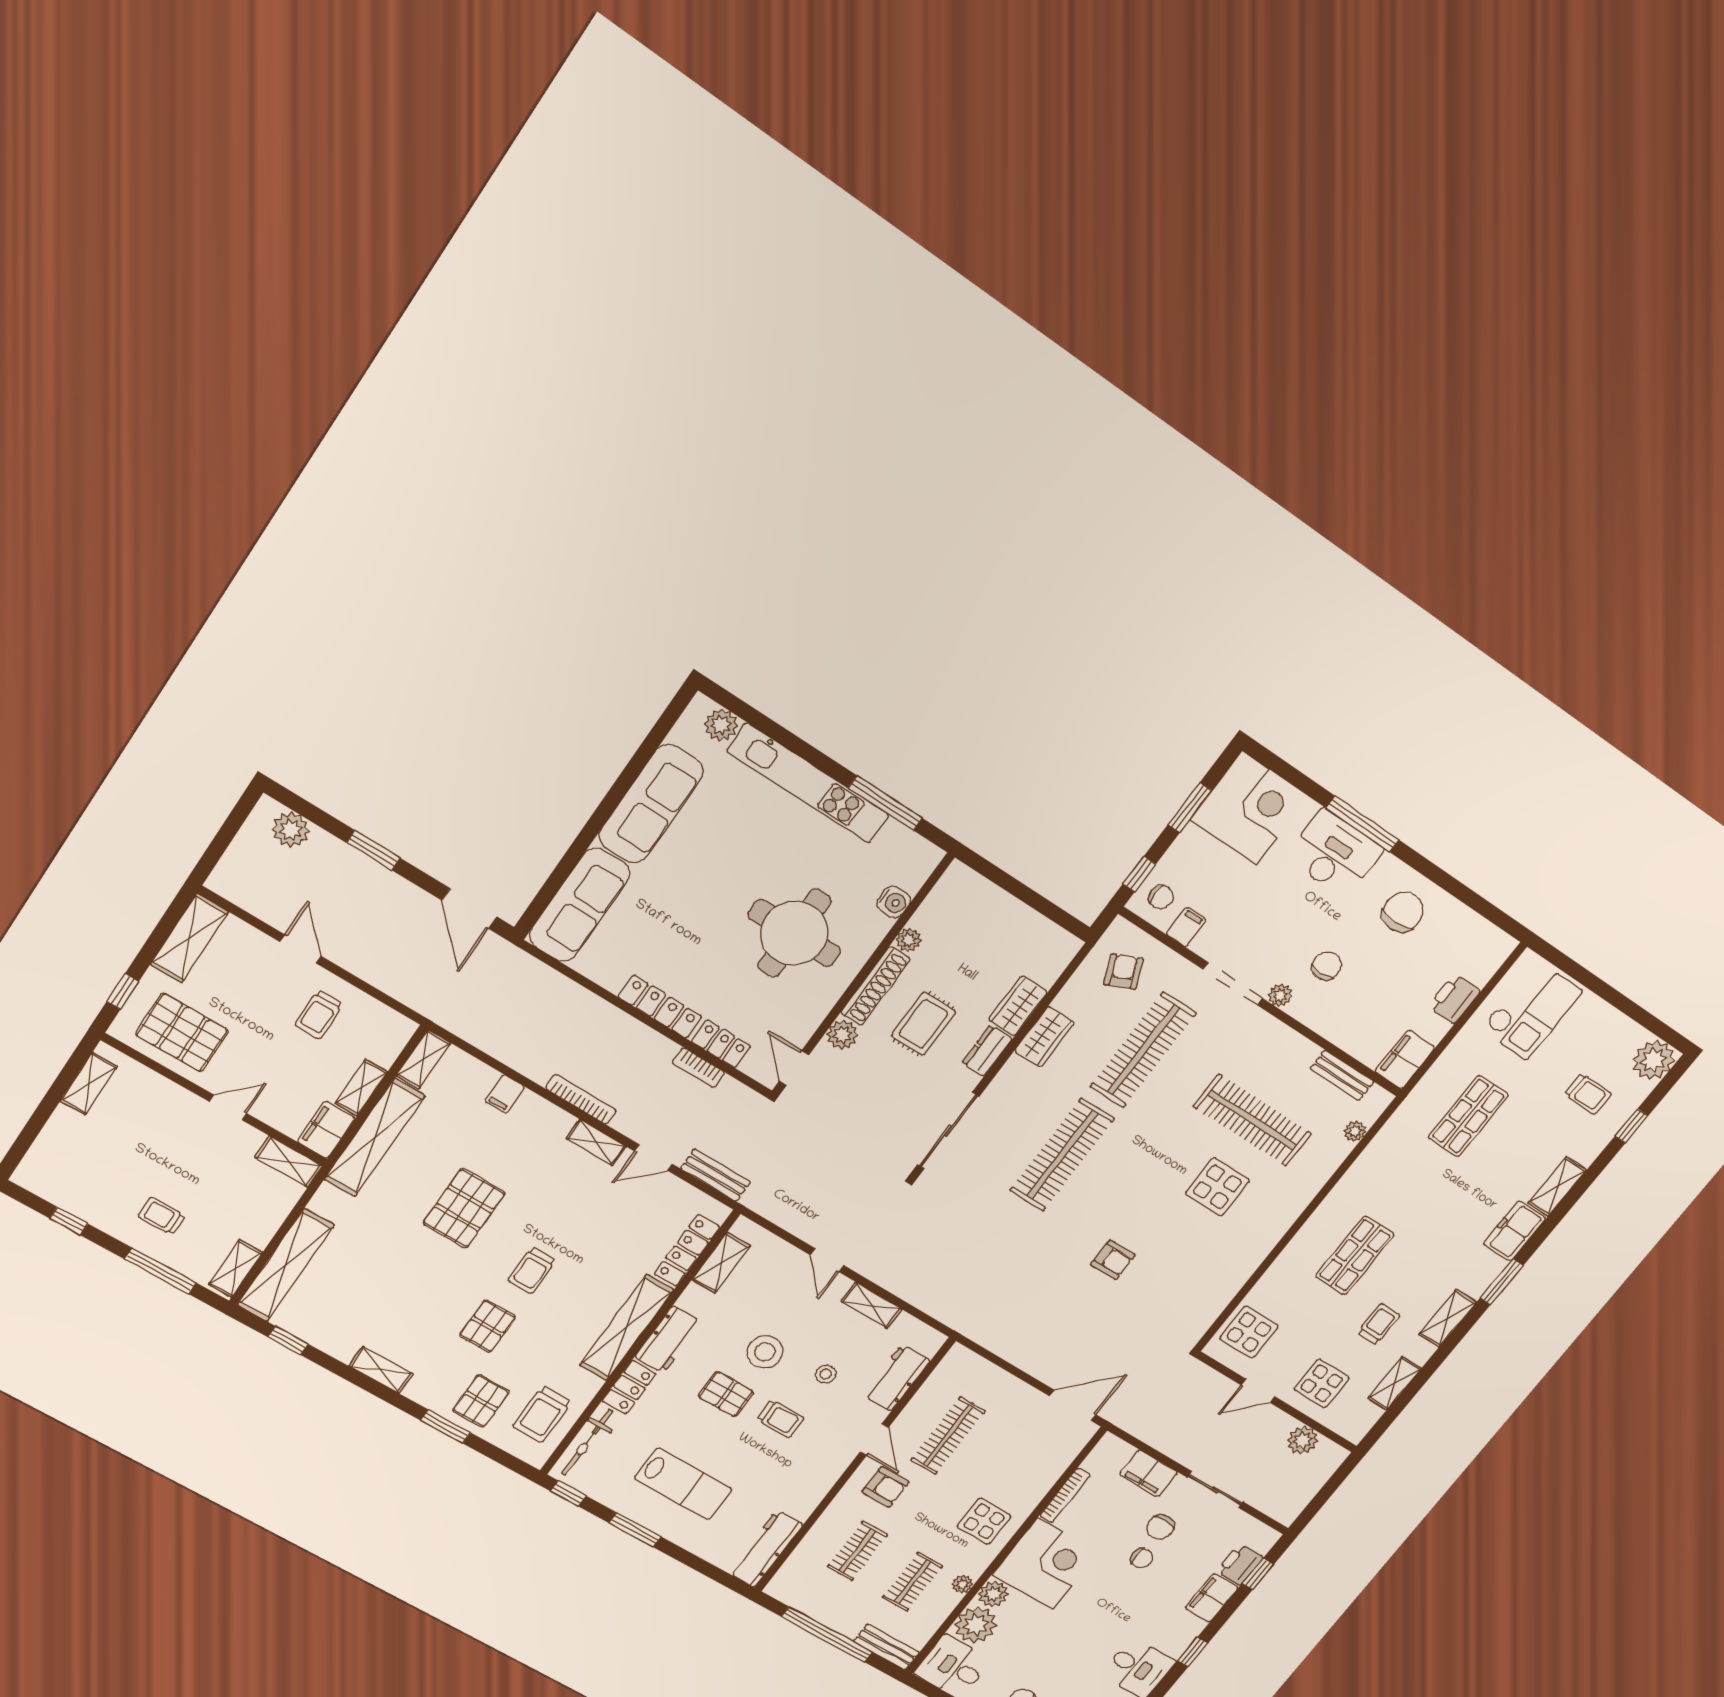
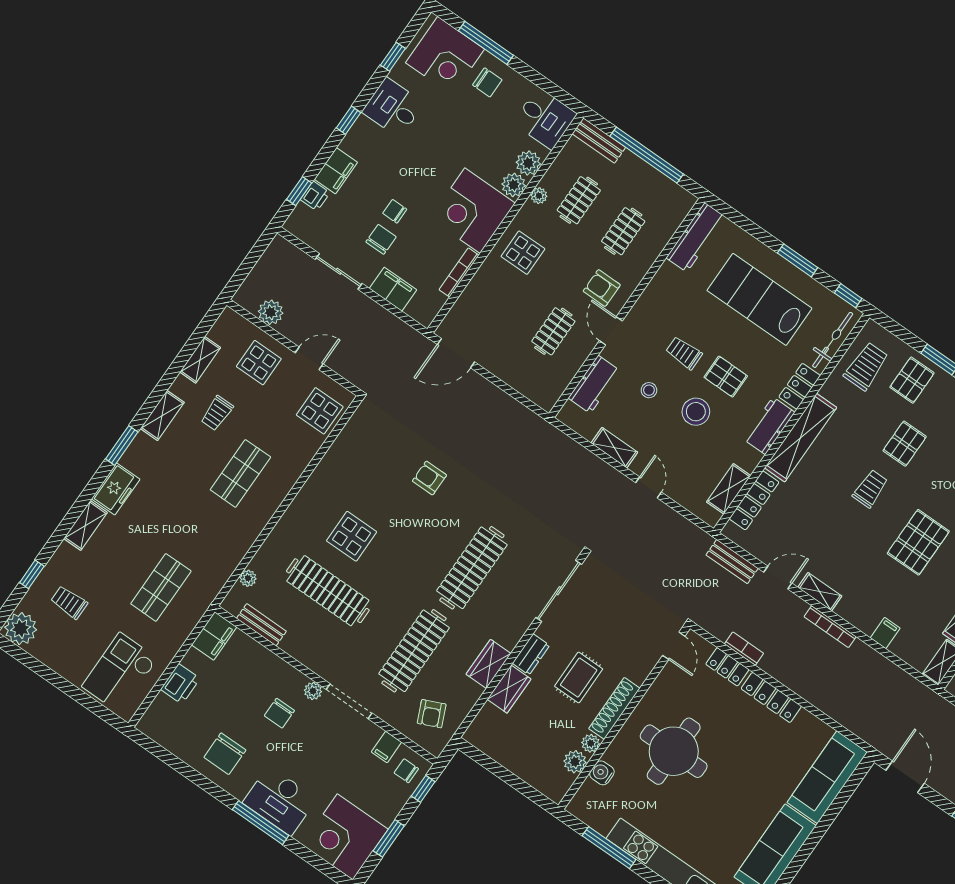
plant: (842, 1035) -> (575, 762), moved
clothes rail: (948, 1436) -> (553, 331), width x0.73
lab bench: (683, 1484) -> (759, 299), width x1.36, depth x1.39
printer: (1240, 1564) -> (315, 196), width x0.73, depth x0.81
plant: (976, 1625) -> (528, 163), width x0.73, depth x0.73

